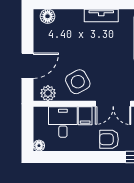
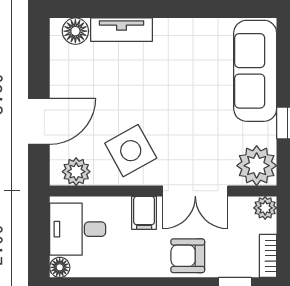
tv unit: (101, 16) -> (122, 30), moved
desk: (63, 122) -> (78, 229), moved, turned -90

